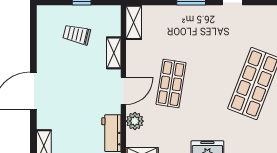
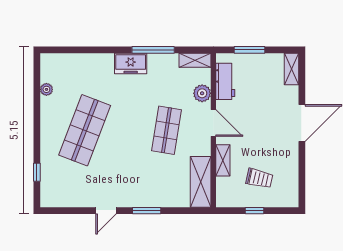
shelving: (134, 22) -> (201, 182), width x1.50, depth x1.33
door: (123, 91) -> (213, 123), swing flipped

